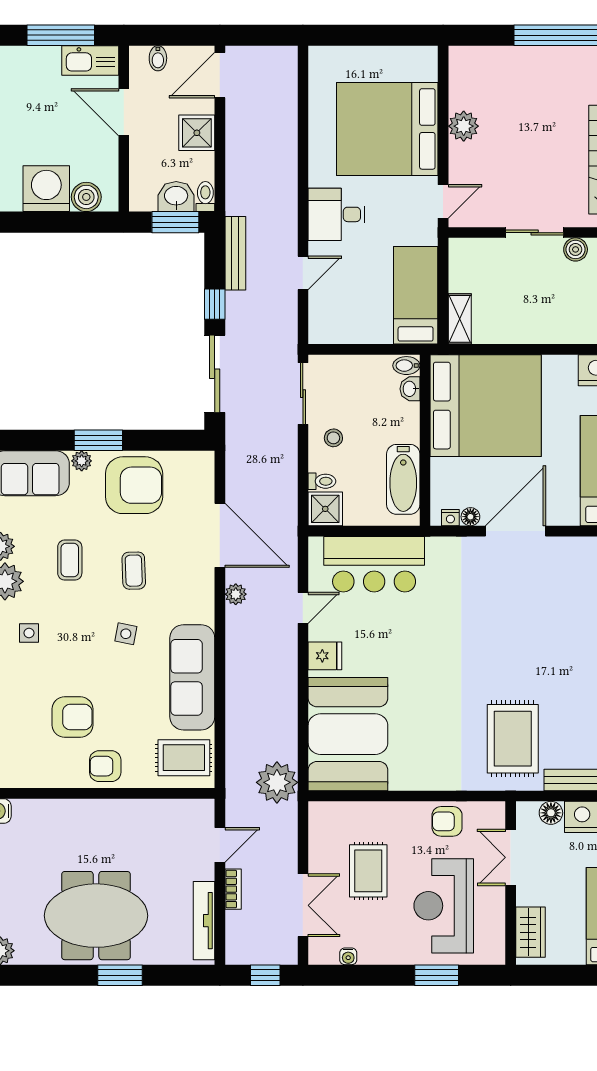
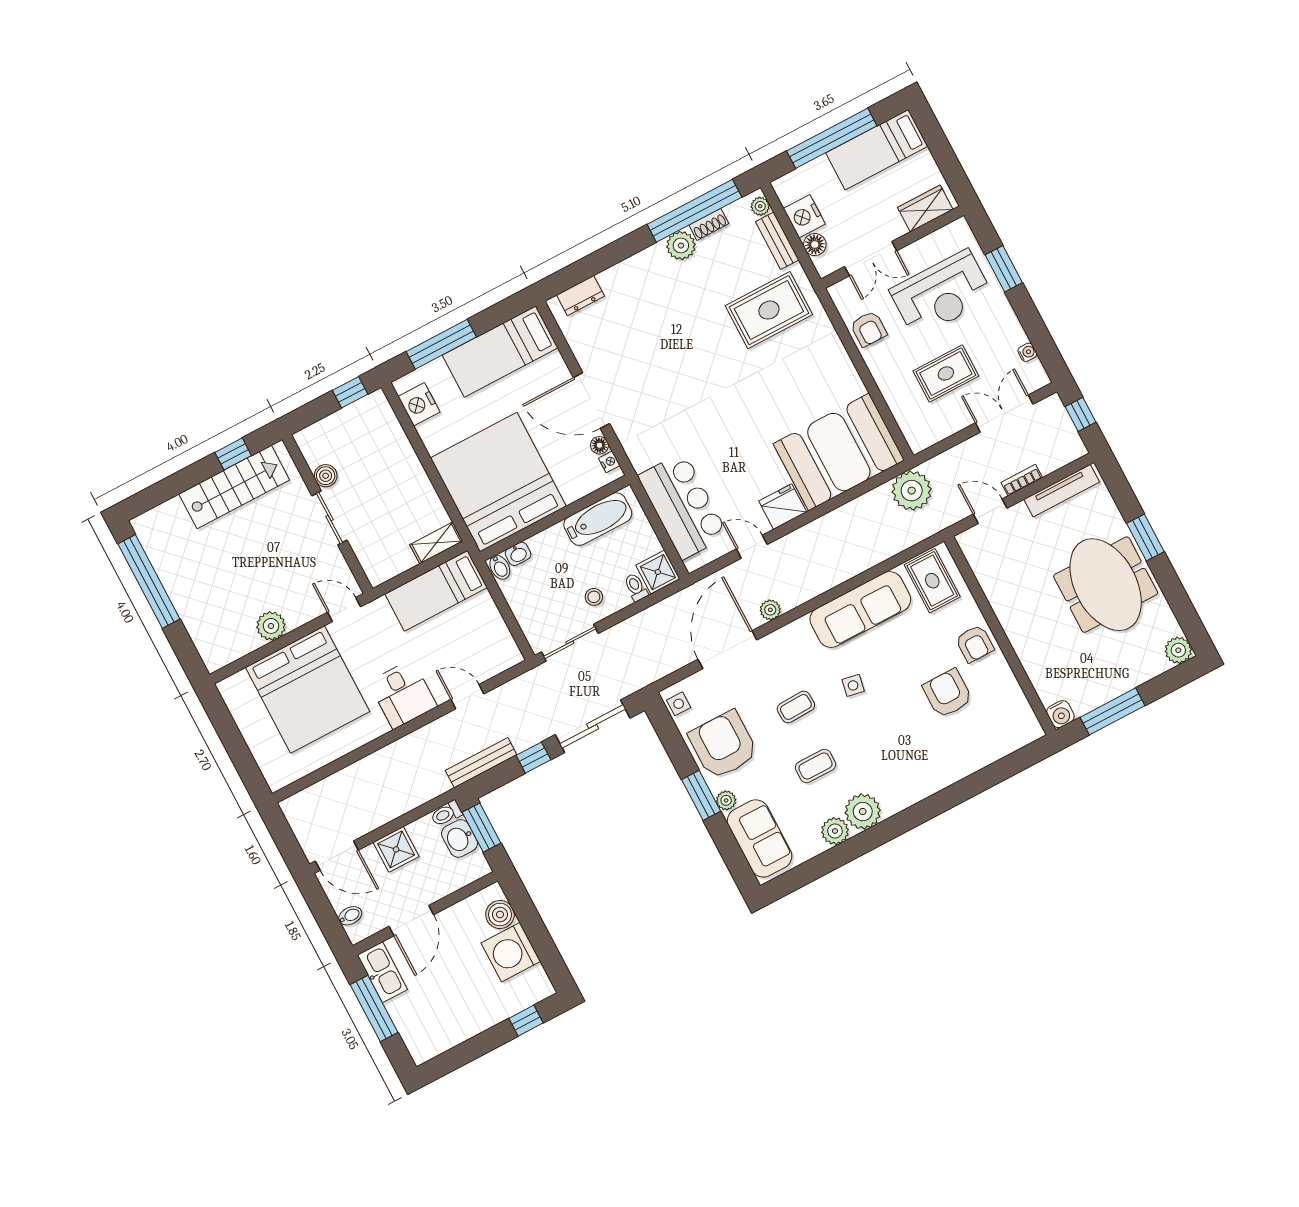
side table: (29, 633) -> (679, 704), moved
fridge: (325, 656) -> (783, 507), width x1.38

